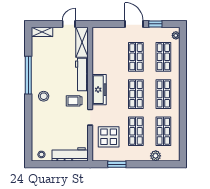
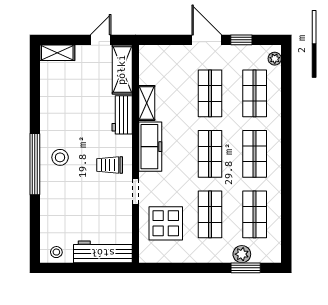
shelving: (97, 63) -> (147, 103), added
window: (28, 75) -> (35, 164), moved
workbench: (82, 75) -> (122, 115), width x0.73
window: (117, 164) -> (246, 268), moved

